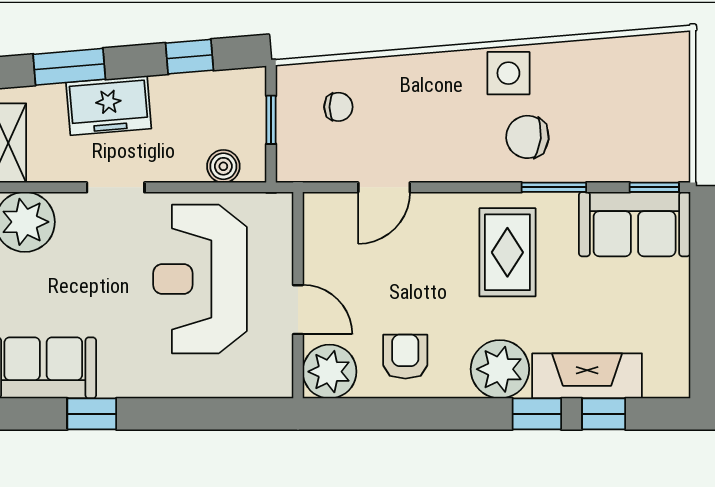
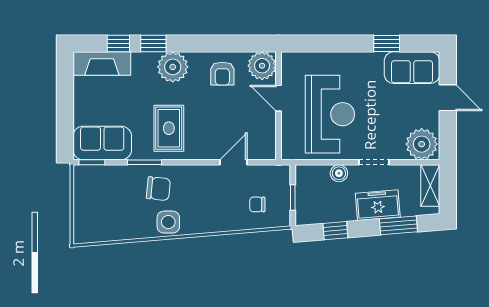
boiler: (223, 166) -> (339, 173), moved
fireplace: (587, 376) -> (102, 63), moved

